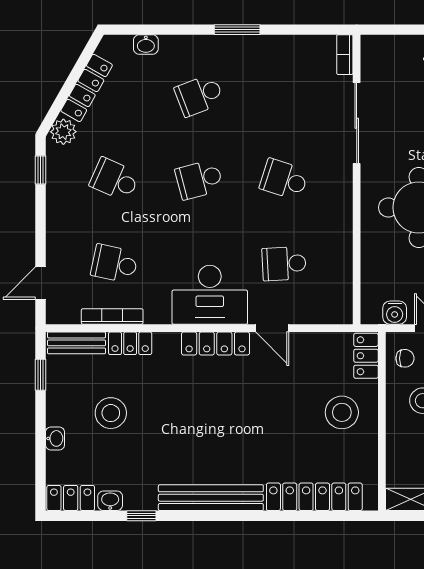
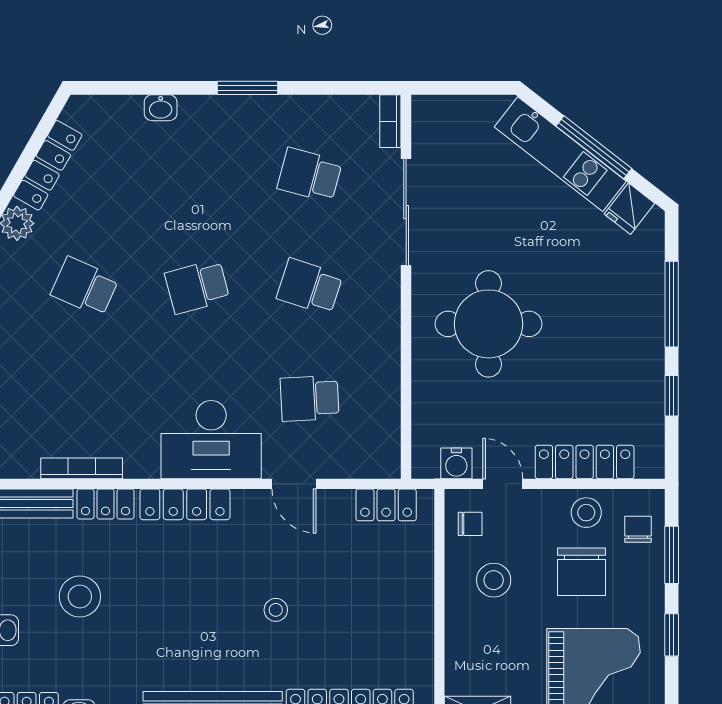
washbasin: (146, 45) -> (161, 108), moved
school desk: (199, 95) -> (310, 175), moved, turned 36
school desk: (114, 264) -> (85, 398), removed
locker: (216, 344) -> (185, 504), moved
locker: (366, 356) -> (386, 505), moved, turned -90
stool: (342, 412) -> (276, 610), moved, width x0.53, depth x0.53

